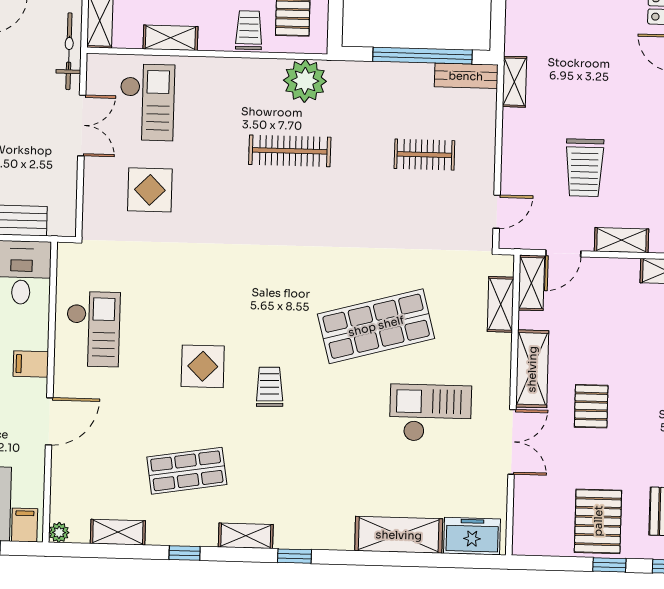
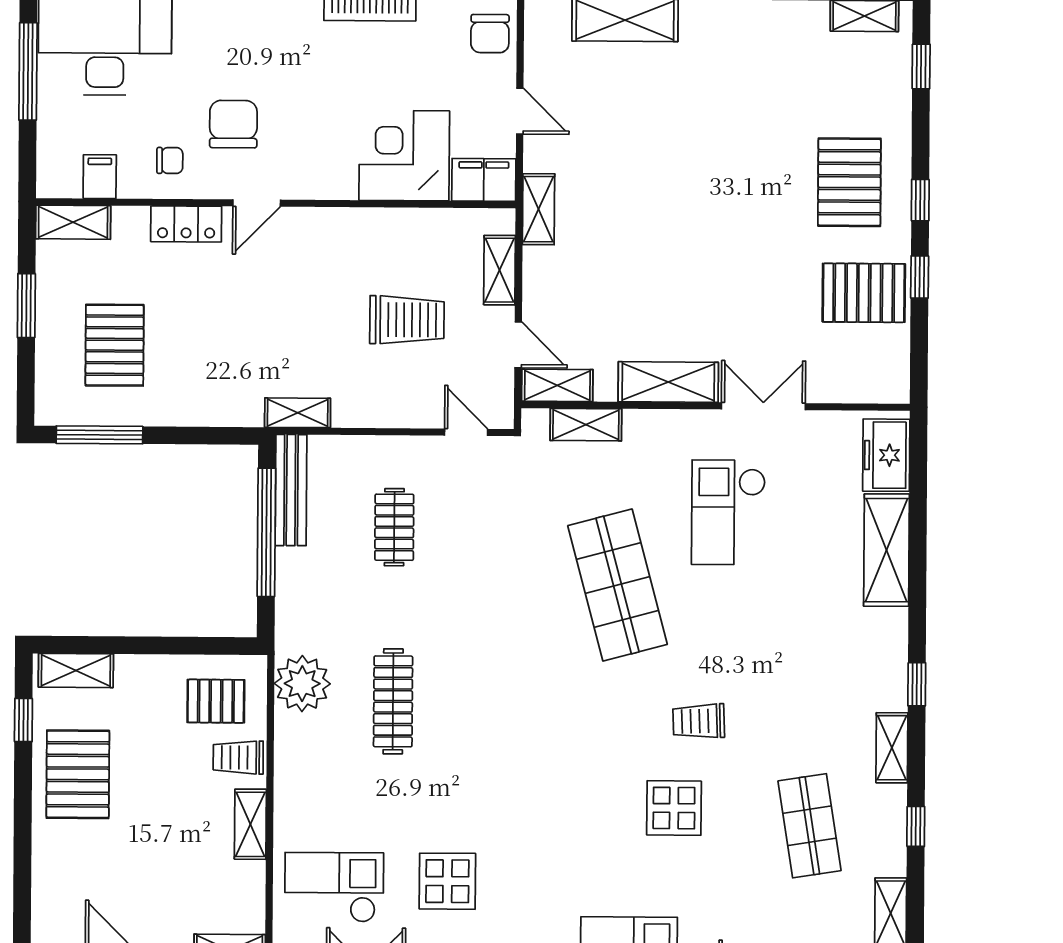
shelving: (170, 38) -> (250, 824), moved
bench: (466, 76) -> (291, 490), width x1.36
pallet: (591, 406) -> (715, 305), removed

